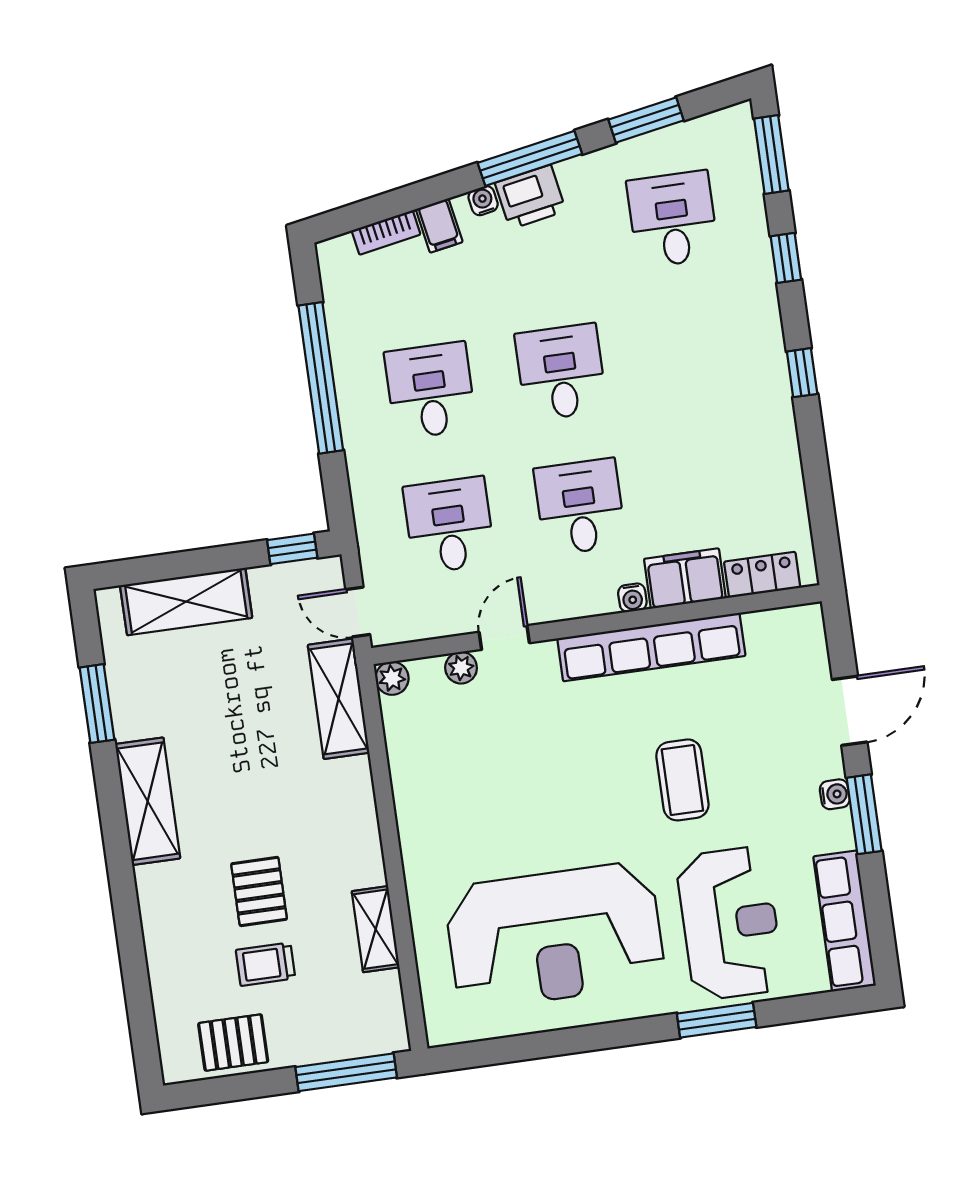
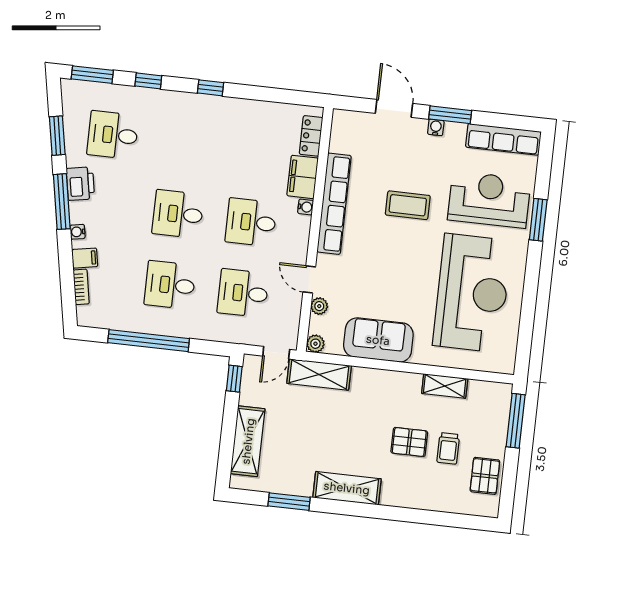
printer: (530, 197) -> (80, 184), moved
sofa: (428, 789) -> (378, 340), added

